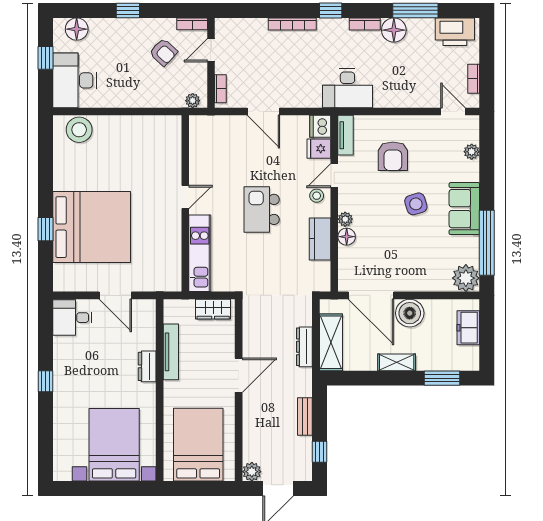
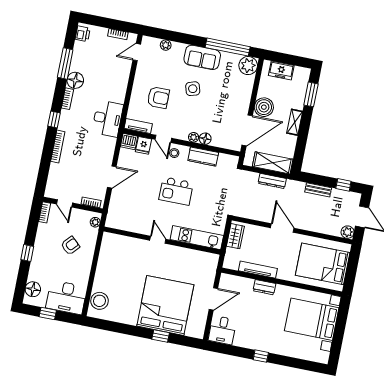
printer: (455, 32) -> (83, 34), width x0.53, depth x0.68
armchair: (163, 52) -> (70, 246), moved

